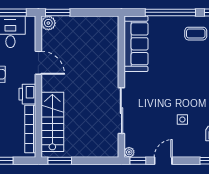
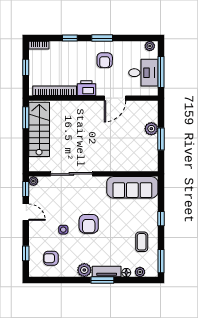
window: (58, 12) -> (161, 139), moved
window: (170, 12) -> (161, 219), width x0.32
plant: (48, 23) -> (151, 129), moved
armchair: (176, 92) -> (89, 224), added
stairs: (52, 122) -> (39, 129), moved, turned -90

